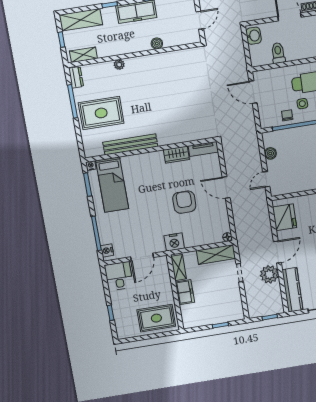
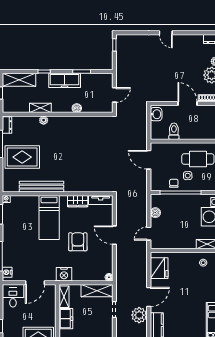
shelving: (83, 55) -> (40, 108), moved
bed: (112, 185) -> (49, 218), moved

